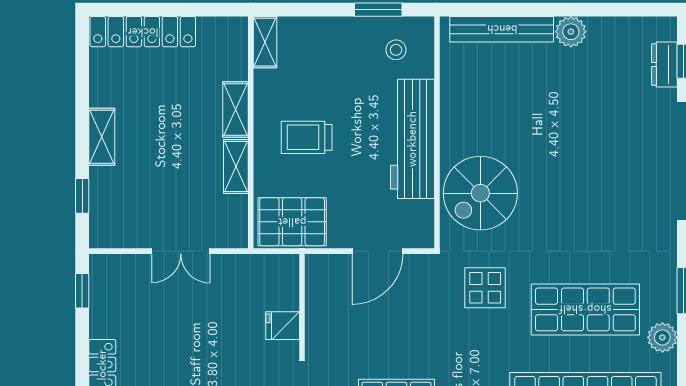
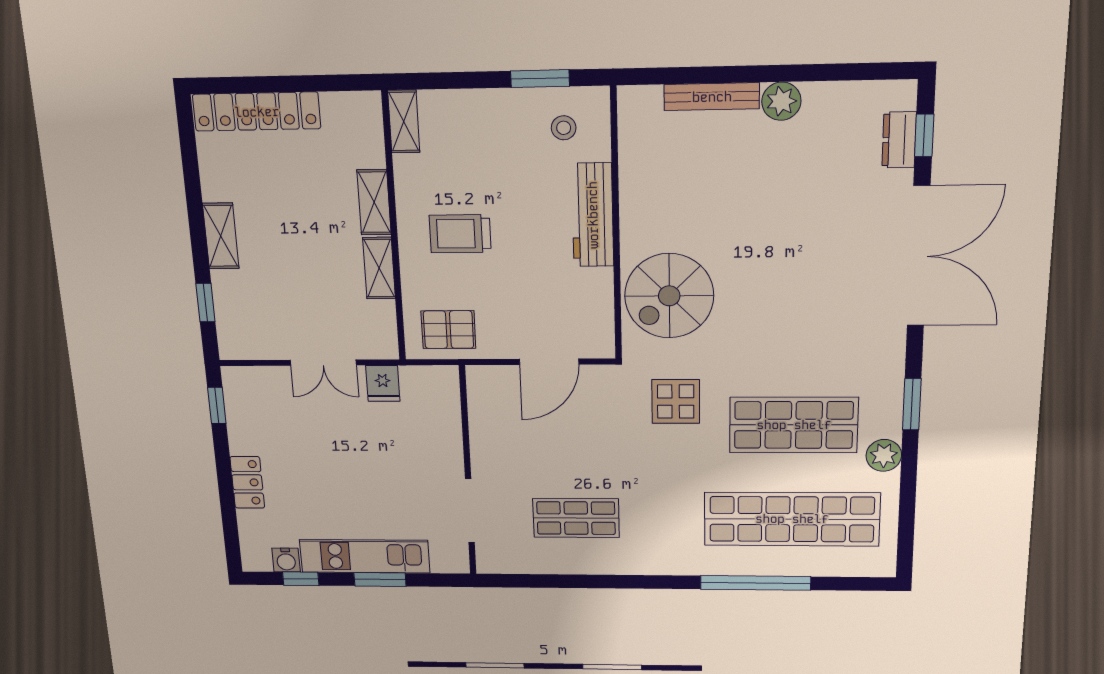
bench: (502, 29) -> (712, 97), width x0.73, depth x0.82
workbench: (412, 139) -> (593, 215), width x0.73, depth x0.76
pallet: (292, 222) -> (448, 330), width x0.67, depth x0.71
fridge: (283, 326) -> (383, 383), moved, turned -90

